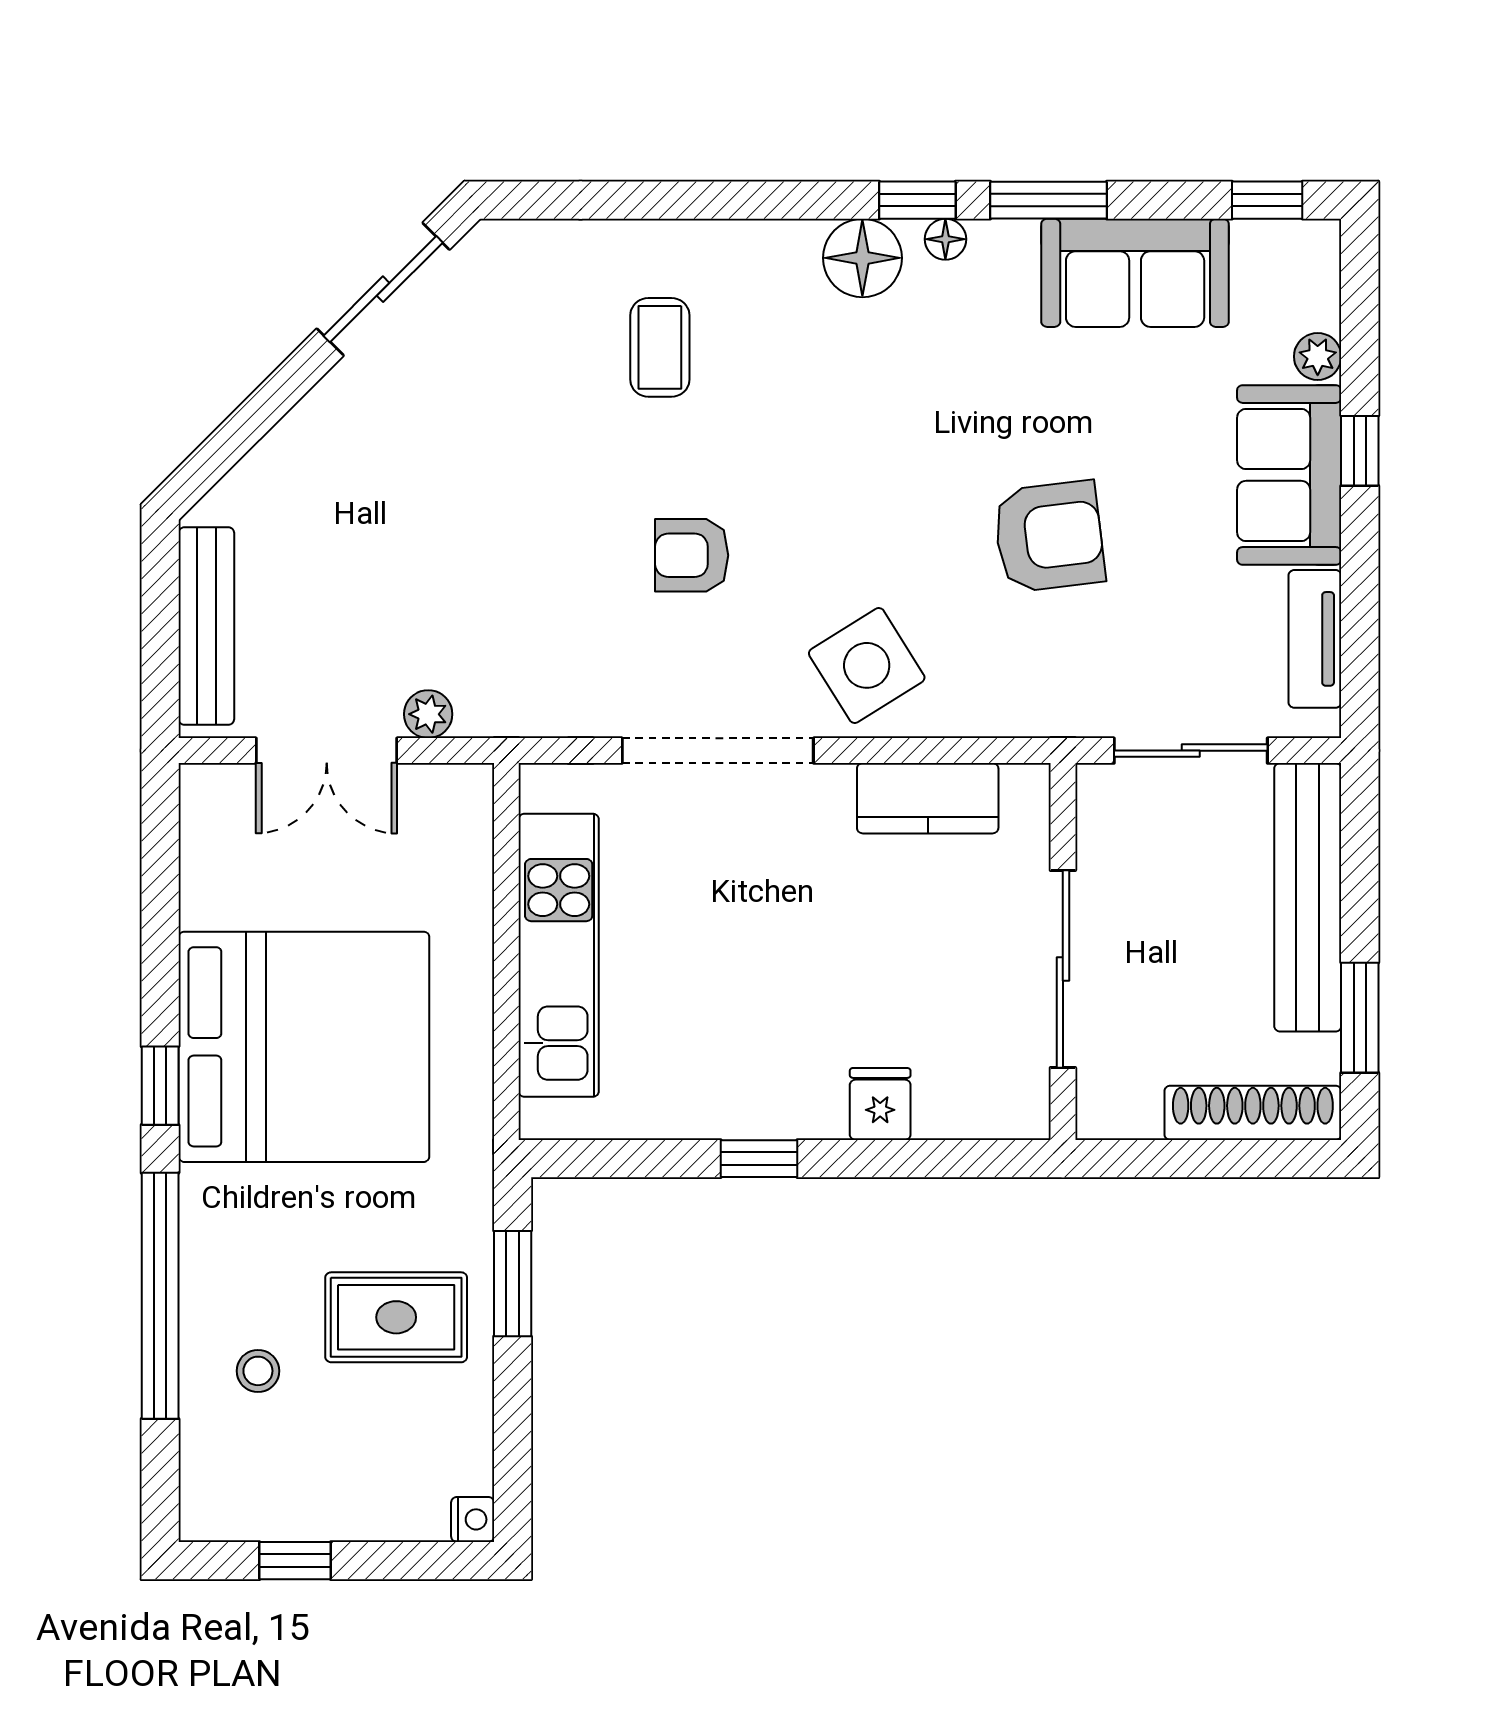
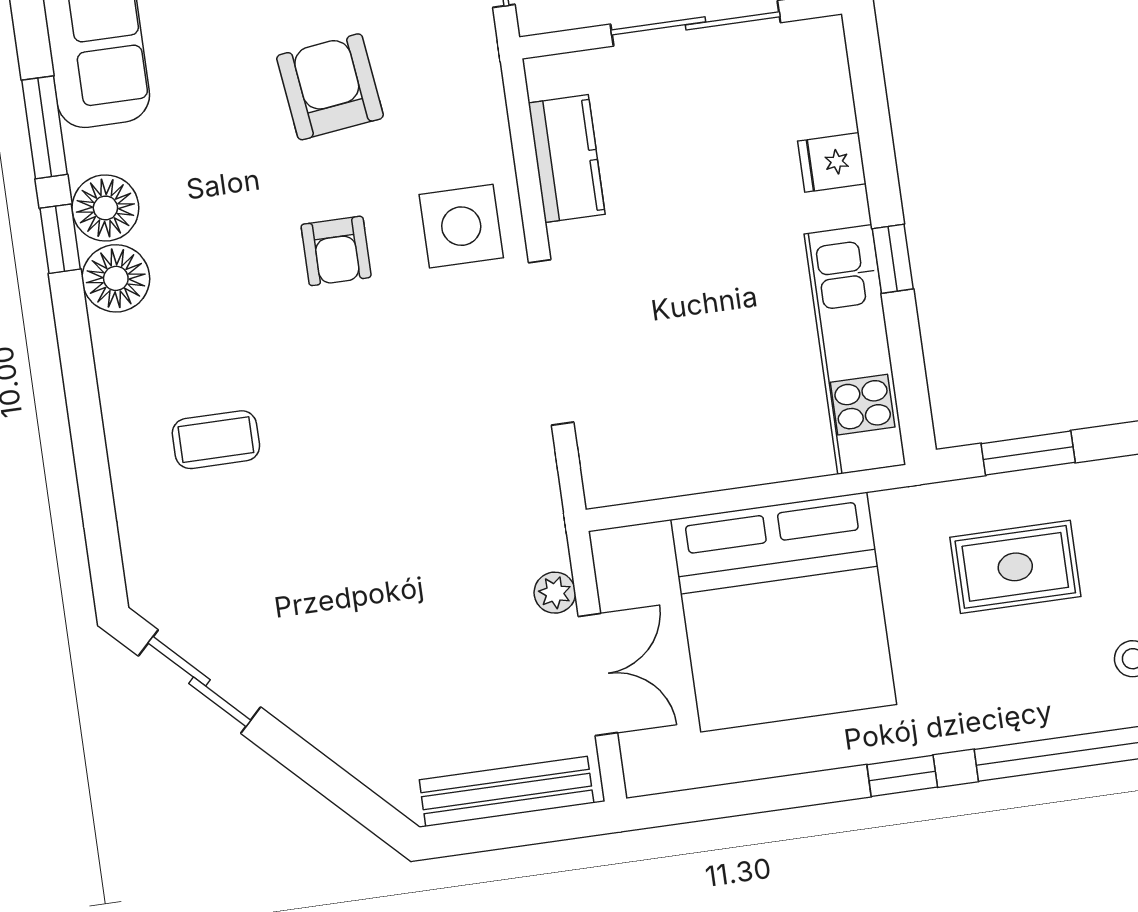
floor lamp: (945, 239) -> (105, 208), width x1.89, depth x1.89
armchair: (692, 555) -> (336, 251), moved
side table: (867, 665) -> (461, 226), turned 32
kitchen unit: (559, 955) -> (855, 349), moved, turned -90
bed: (304, 1047) -> (784, 612), moved, turned 180
rug: (396, 1317) -> (1015, 567), moved, turned 90

